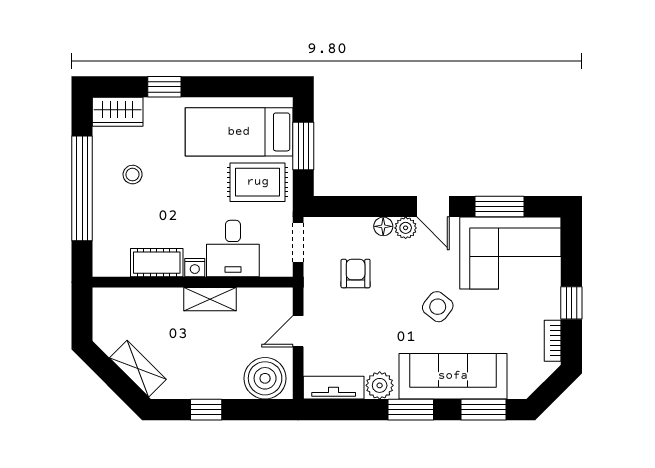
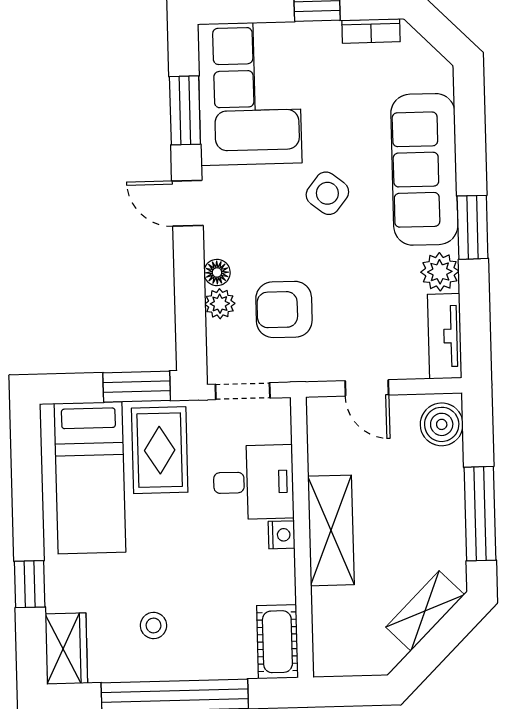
window: (303, 146) -> (137, 387), moved
door: (433, 207) -> (187, 203), swing flipped
plant: (406, 228) -> (220, 304), moved
cot: (157, 263) -> (277, 642), moved
armchair: (356, 274) -> (284, 309), width x1.38, depth x1.38
shelving: (210, 299) -> (331, 530), width x1.50, depth x1.33
boiler: (265, 378) -> (442, 424), width x0.73, depth x0.73
window: (206, 410) -> (480, 514), width x2.17
window: (484, 410) -> (470, 125), removed

